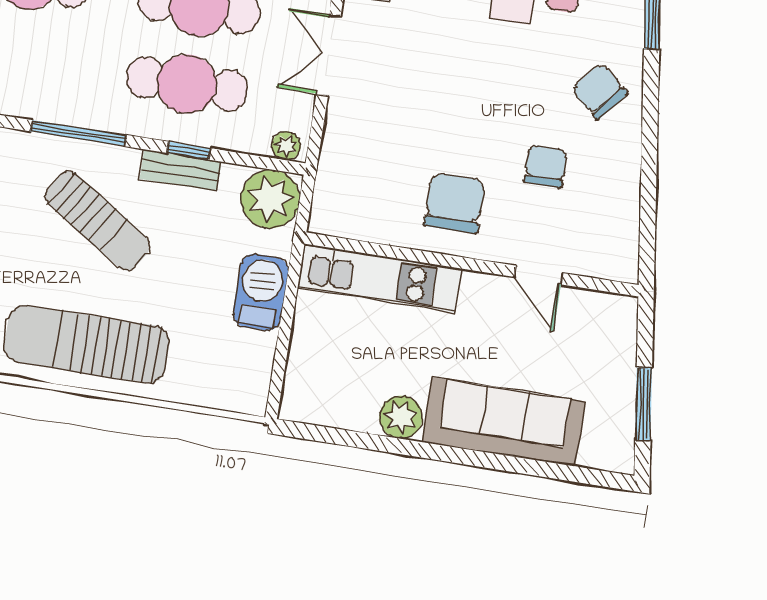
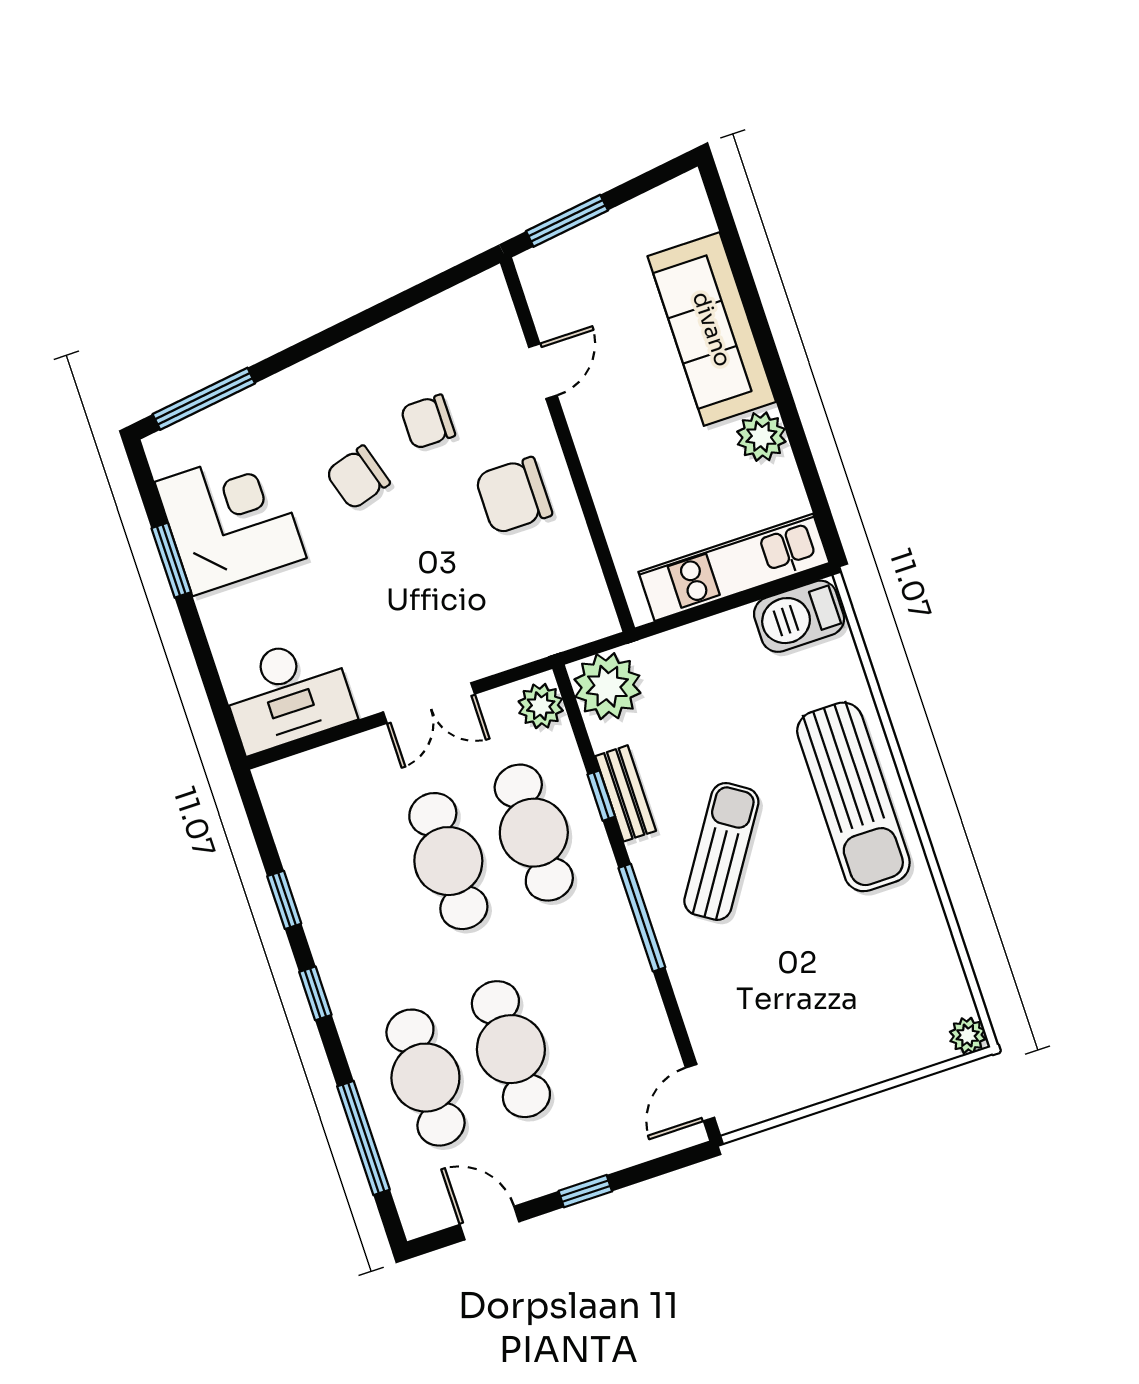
chair: (600, 91) -> (358, 478), moved, turned 33
plant: (286, 146) -> (541, 706), width x1.38, depth x1.38
kitchen unit: (380, 278) -> (734, 567), moved, turned -90
barbecue: (261, 292) -> (799, 616), moved
window: (644, 404) -> (567, 221), moved

